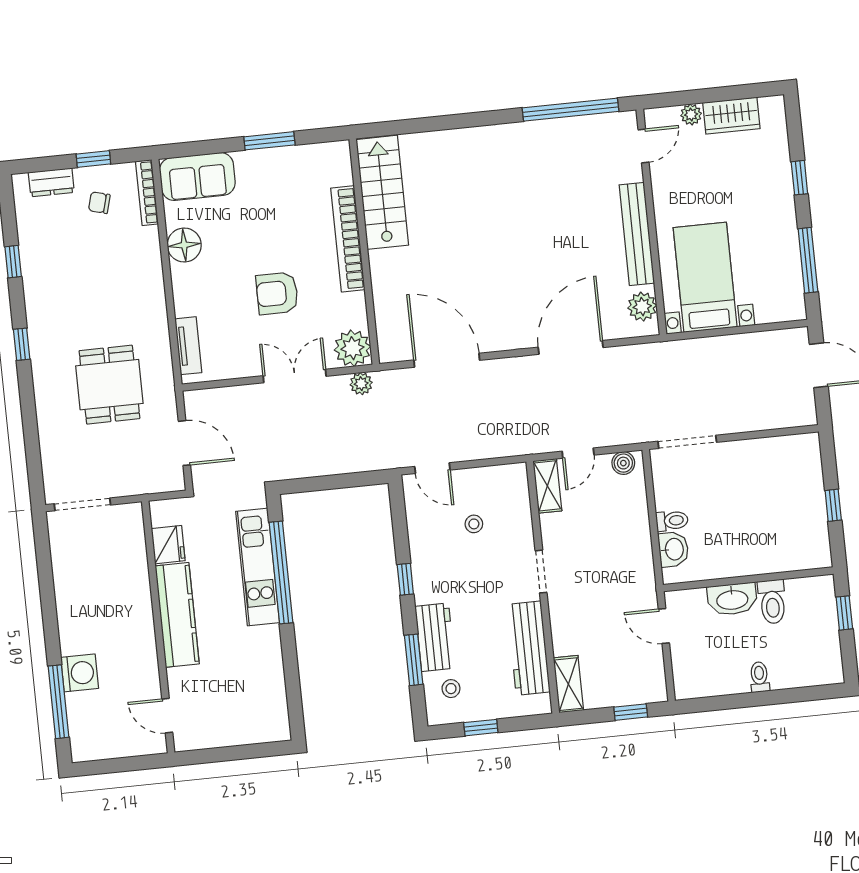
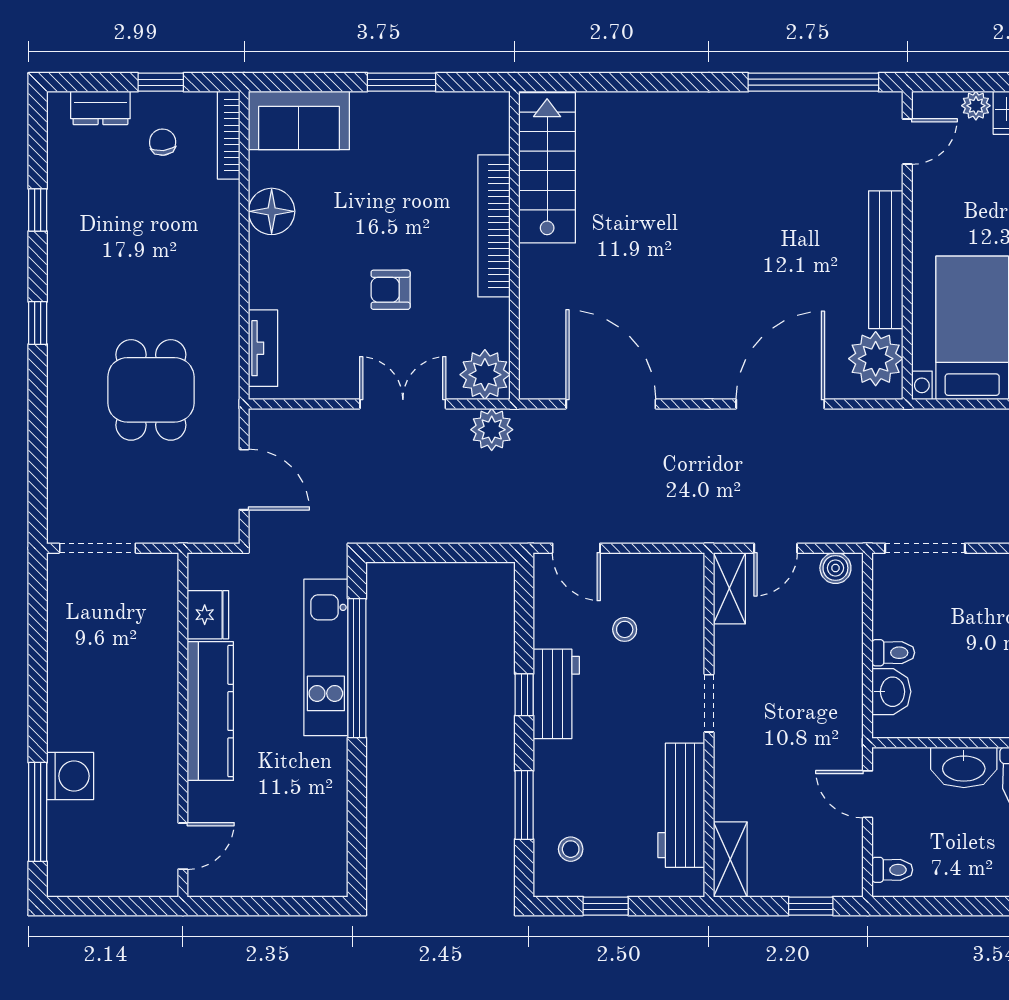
chair: (99, 203) -> (163, 142), turned 69
armchair: (277, 293) -> (391, 290), width x0.72, depth x0.72
plant: (642, 307) -> (876, 359), width x1.36, depth x1.36
plant: (361, 384) -> (492, 430), width x1.38, depth x1.38
workbench: (435, 637) -> (556, 694), moved
toilet: (759, 677) -> (892, 870), moved, turned 90
door: (167, 716) -> (183, 846), swing flipped

